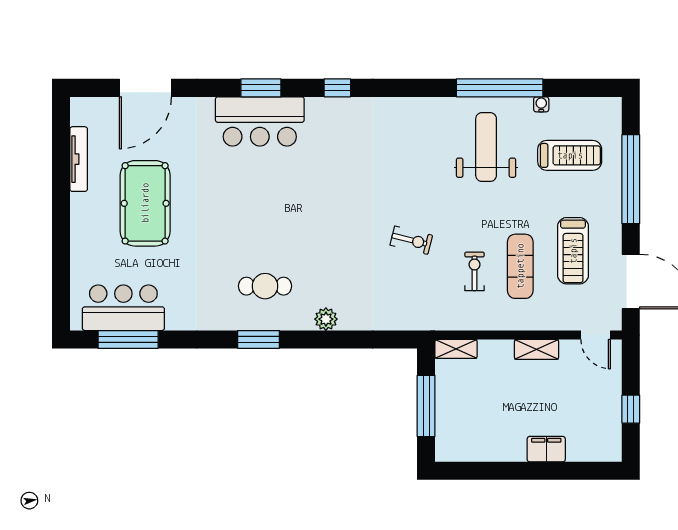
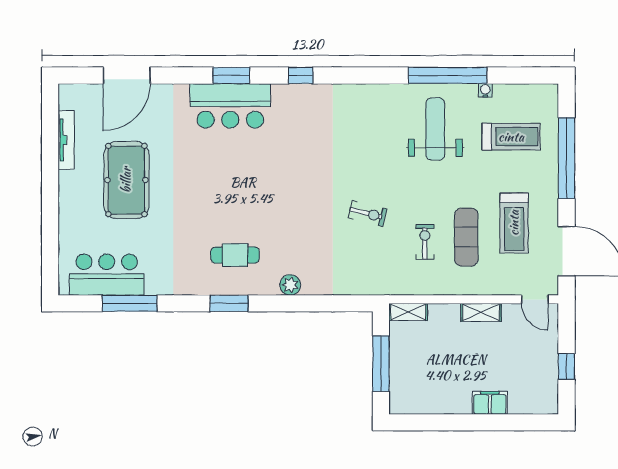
window: (128, 339) -> (130, 303), moved

